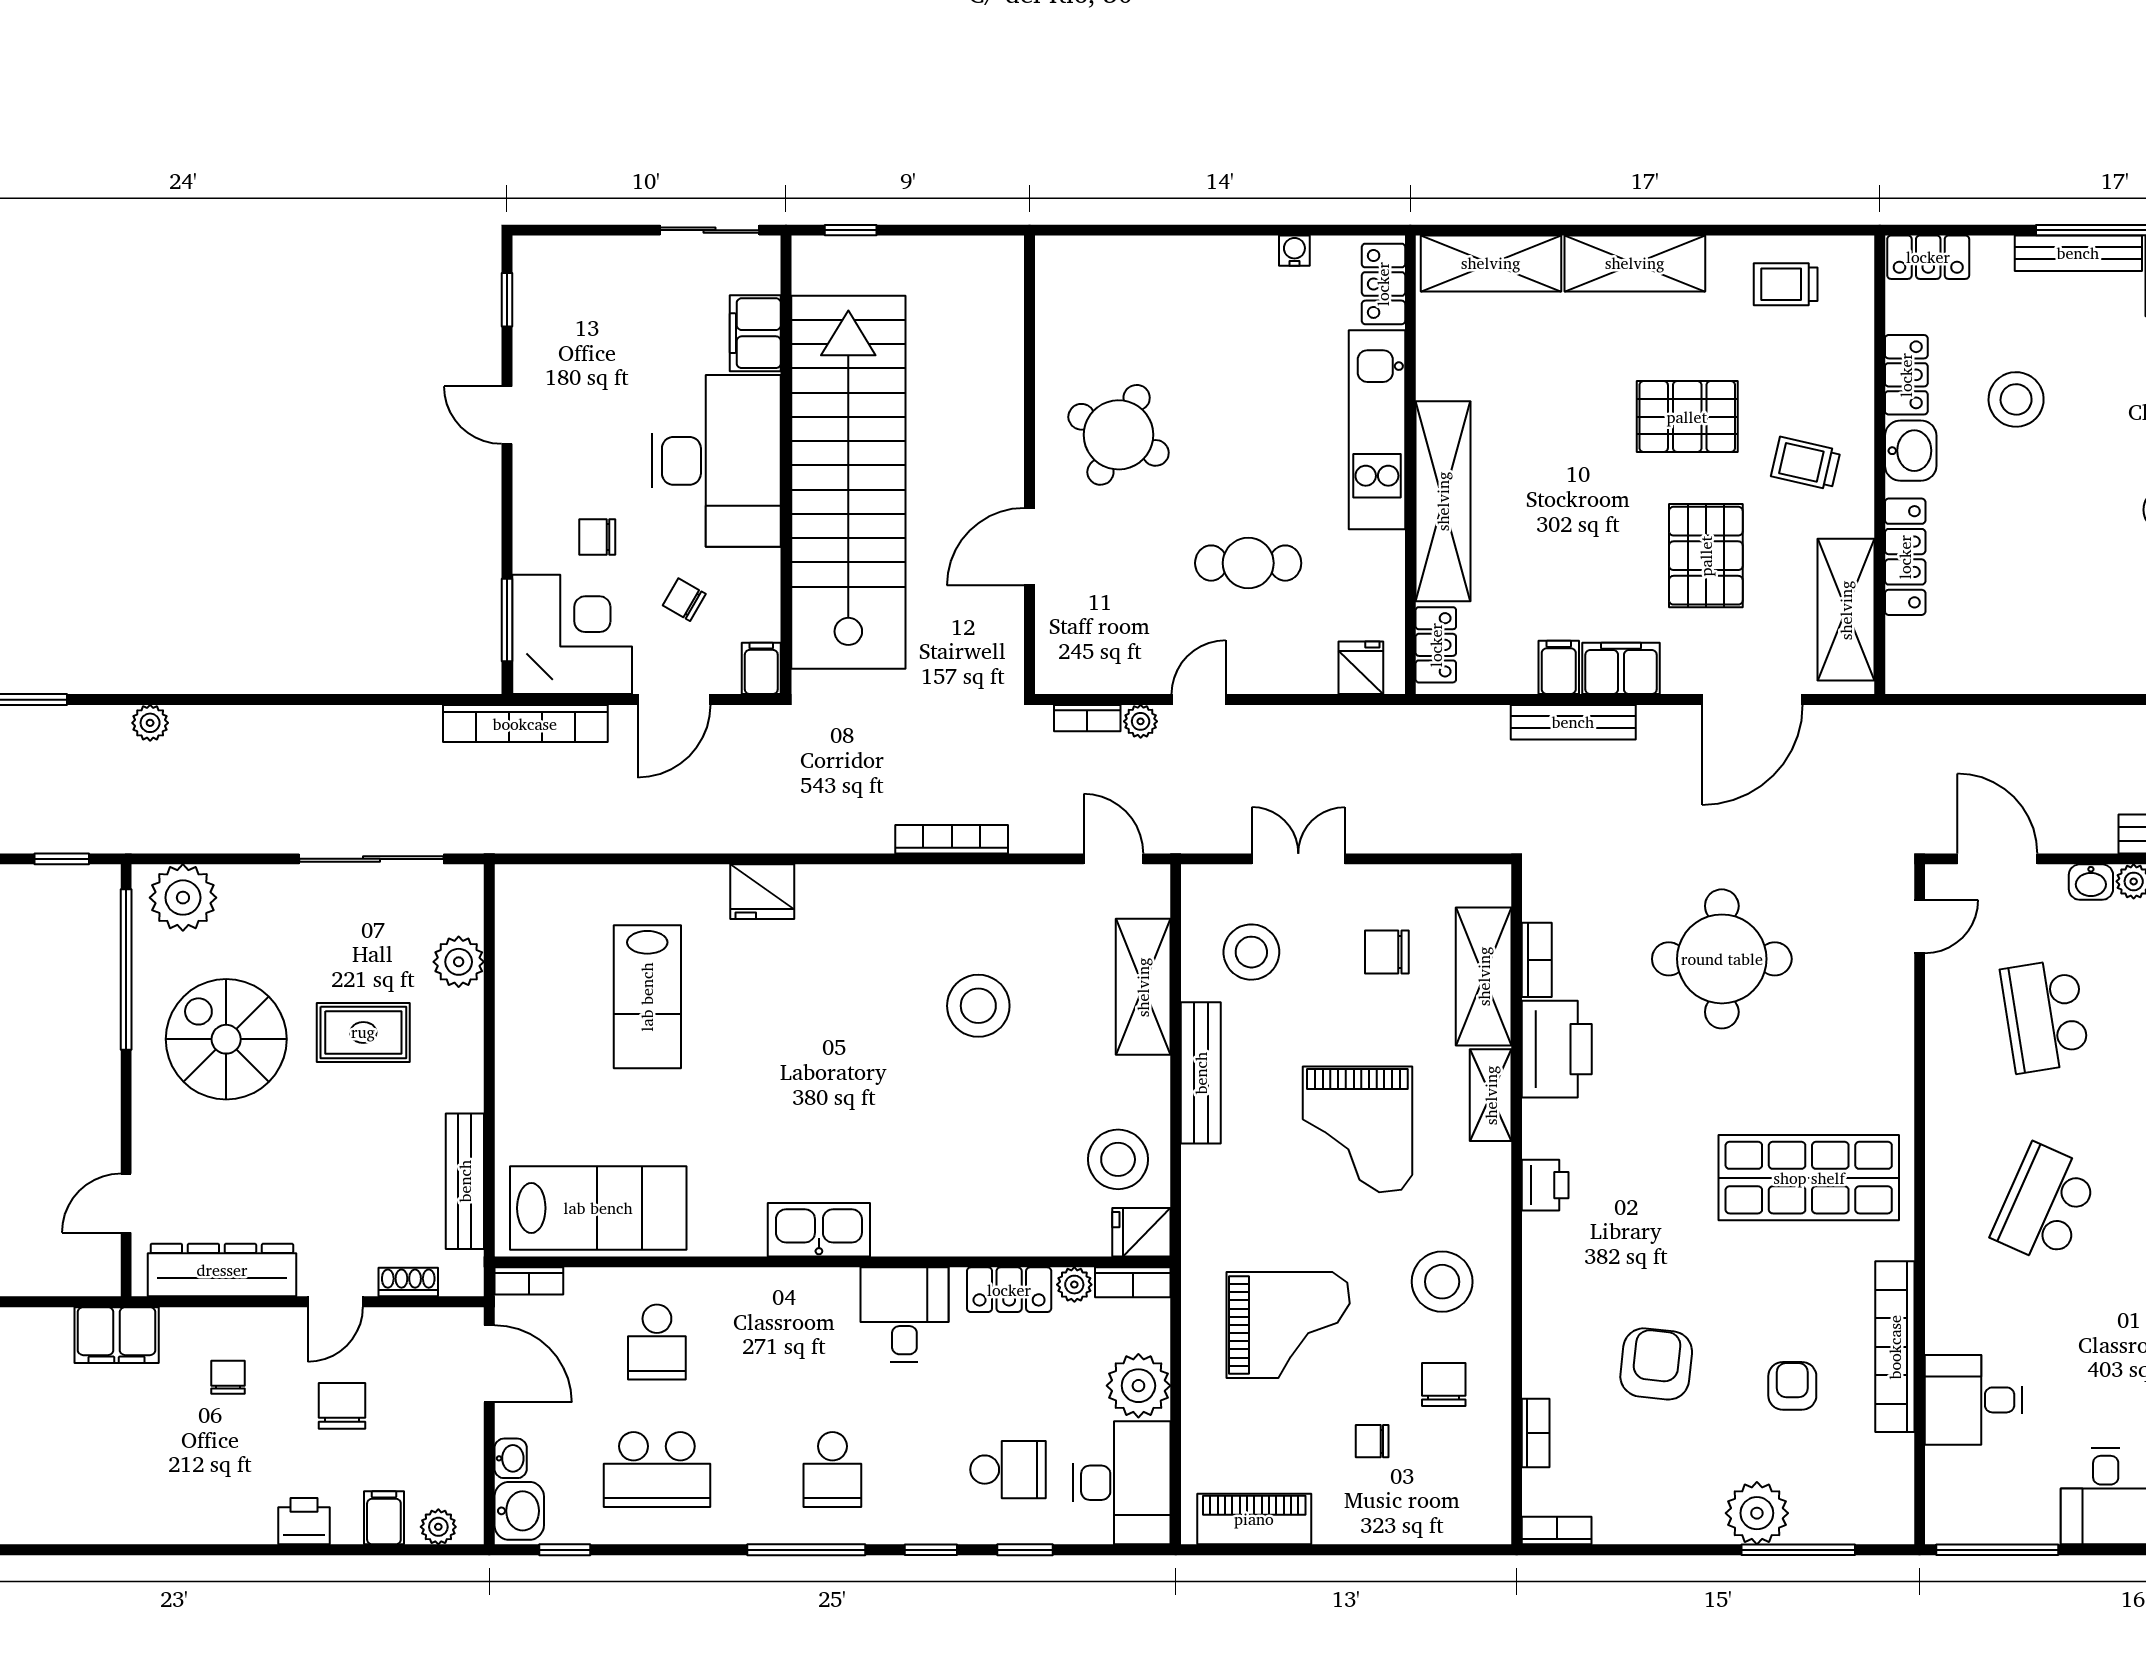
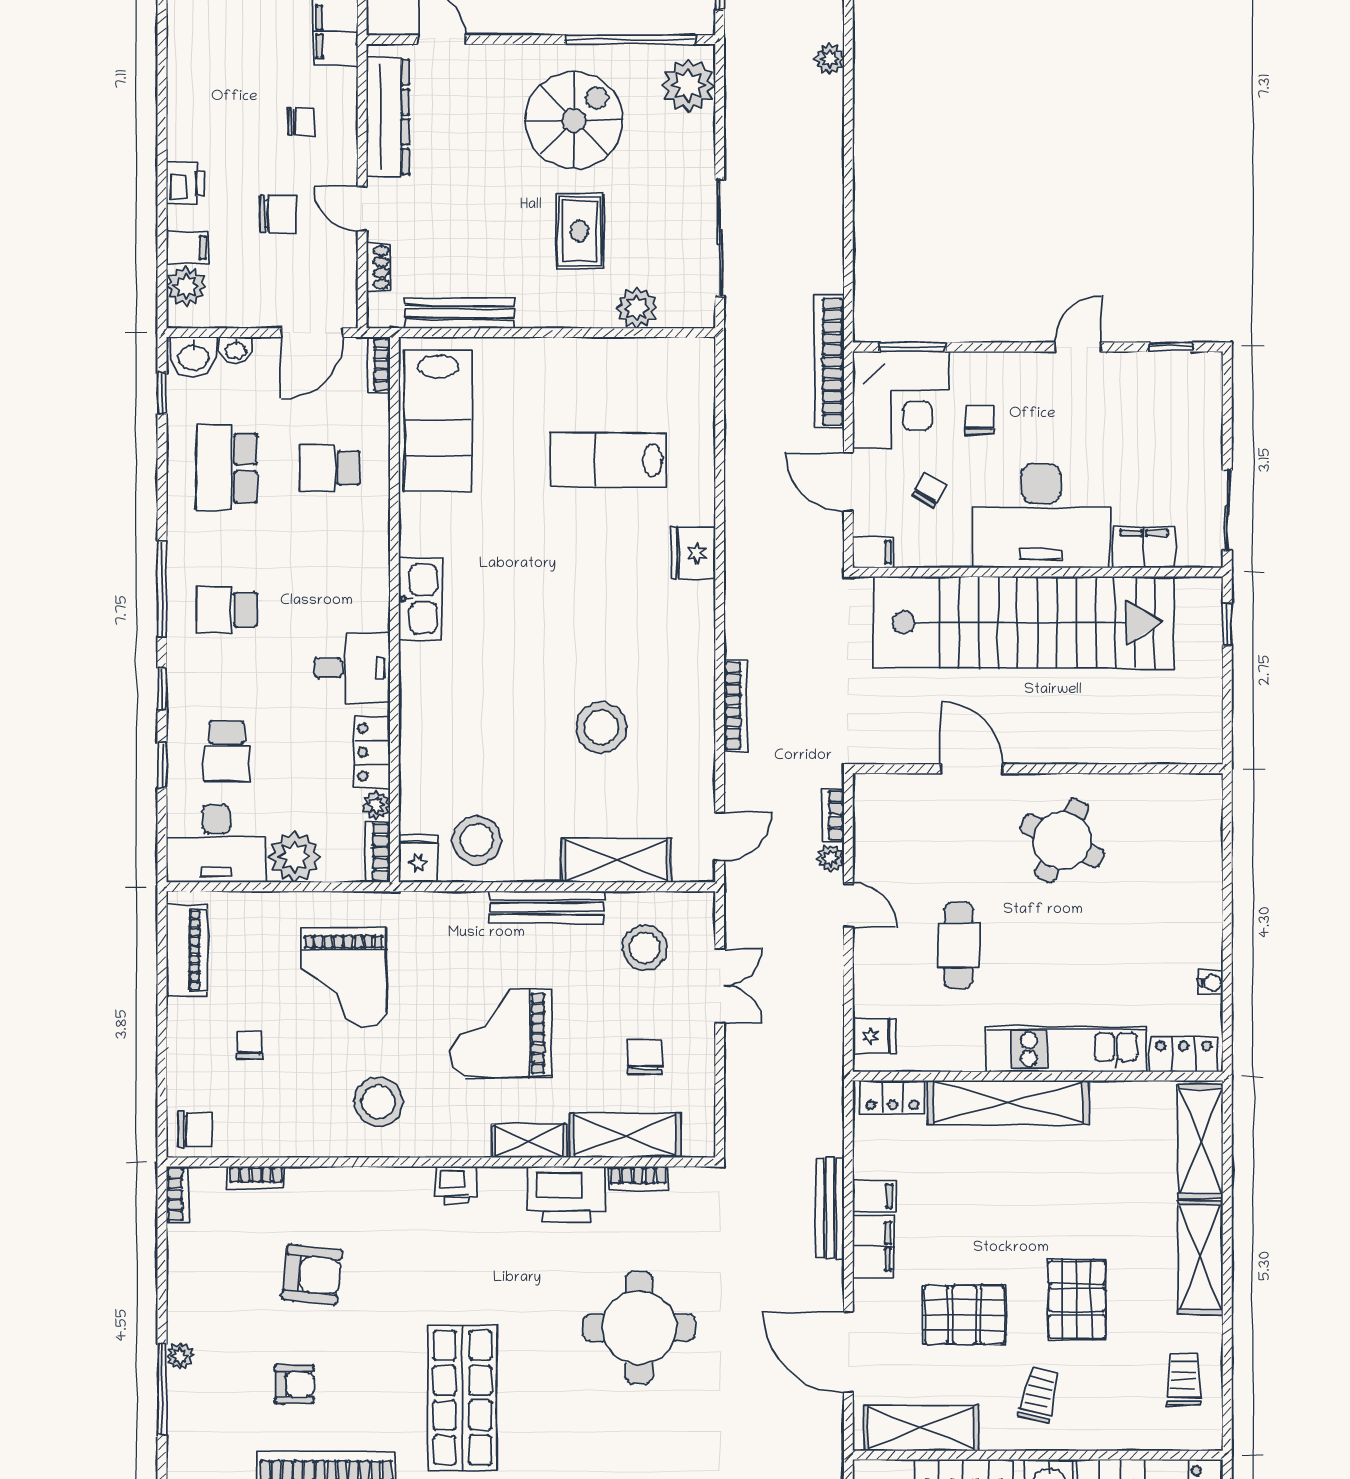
chair: (1444, 1385) -> (195, 1129), moved
plant: (1757, 1513) -> (180, 1356), width x0.53, depth x0.53
plant: (438, 1527) -> (186, 286), width x1.38, depth x1.38

